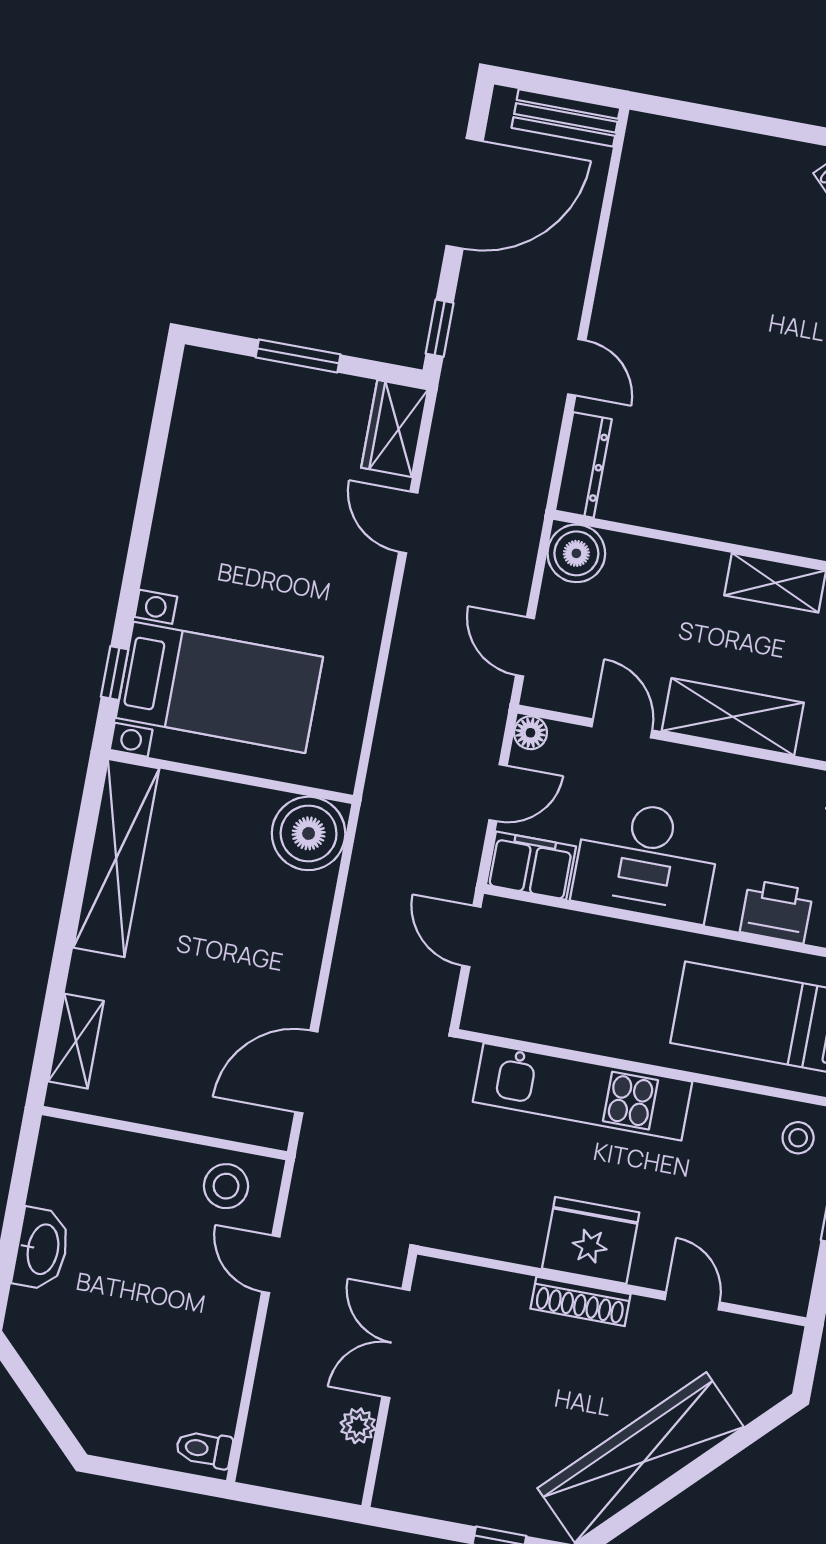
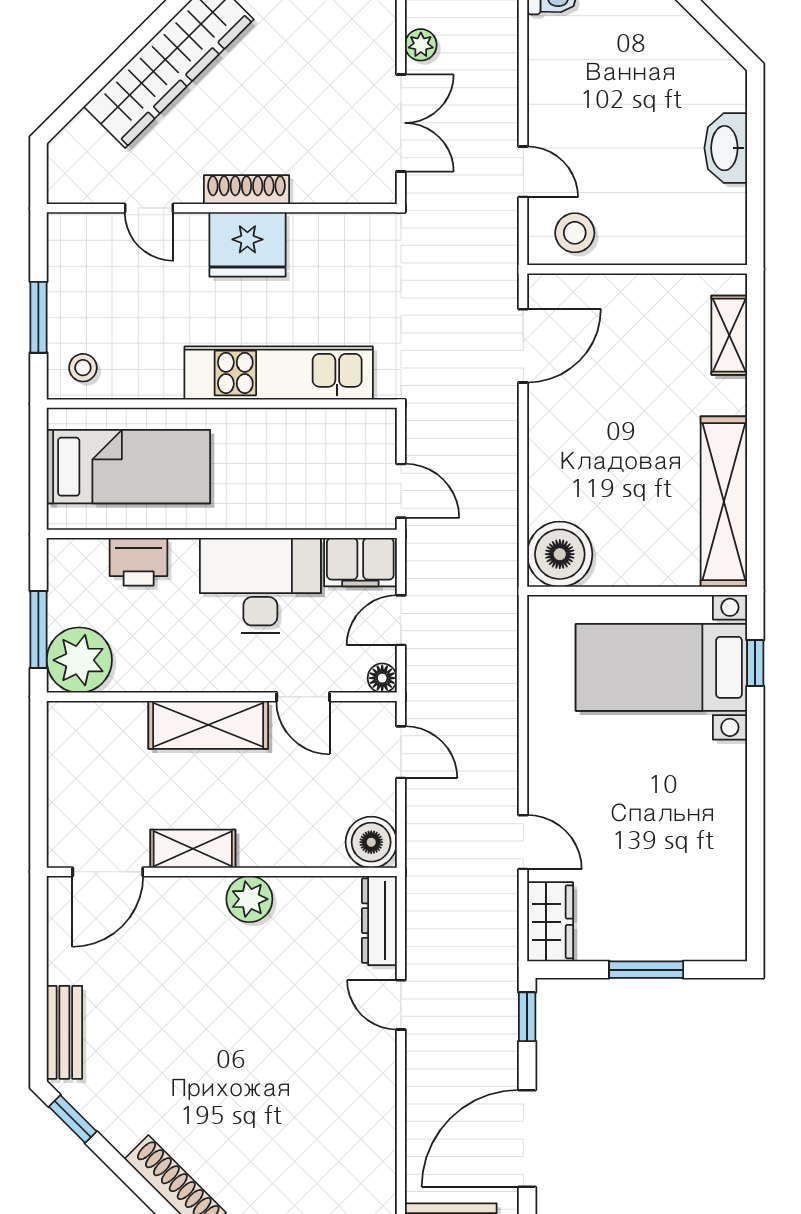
plant: (723, 515) -> (249, 899), added

